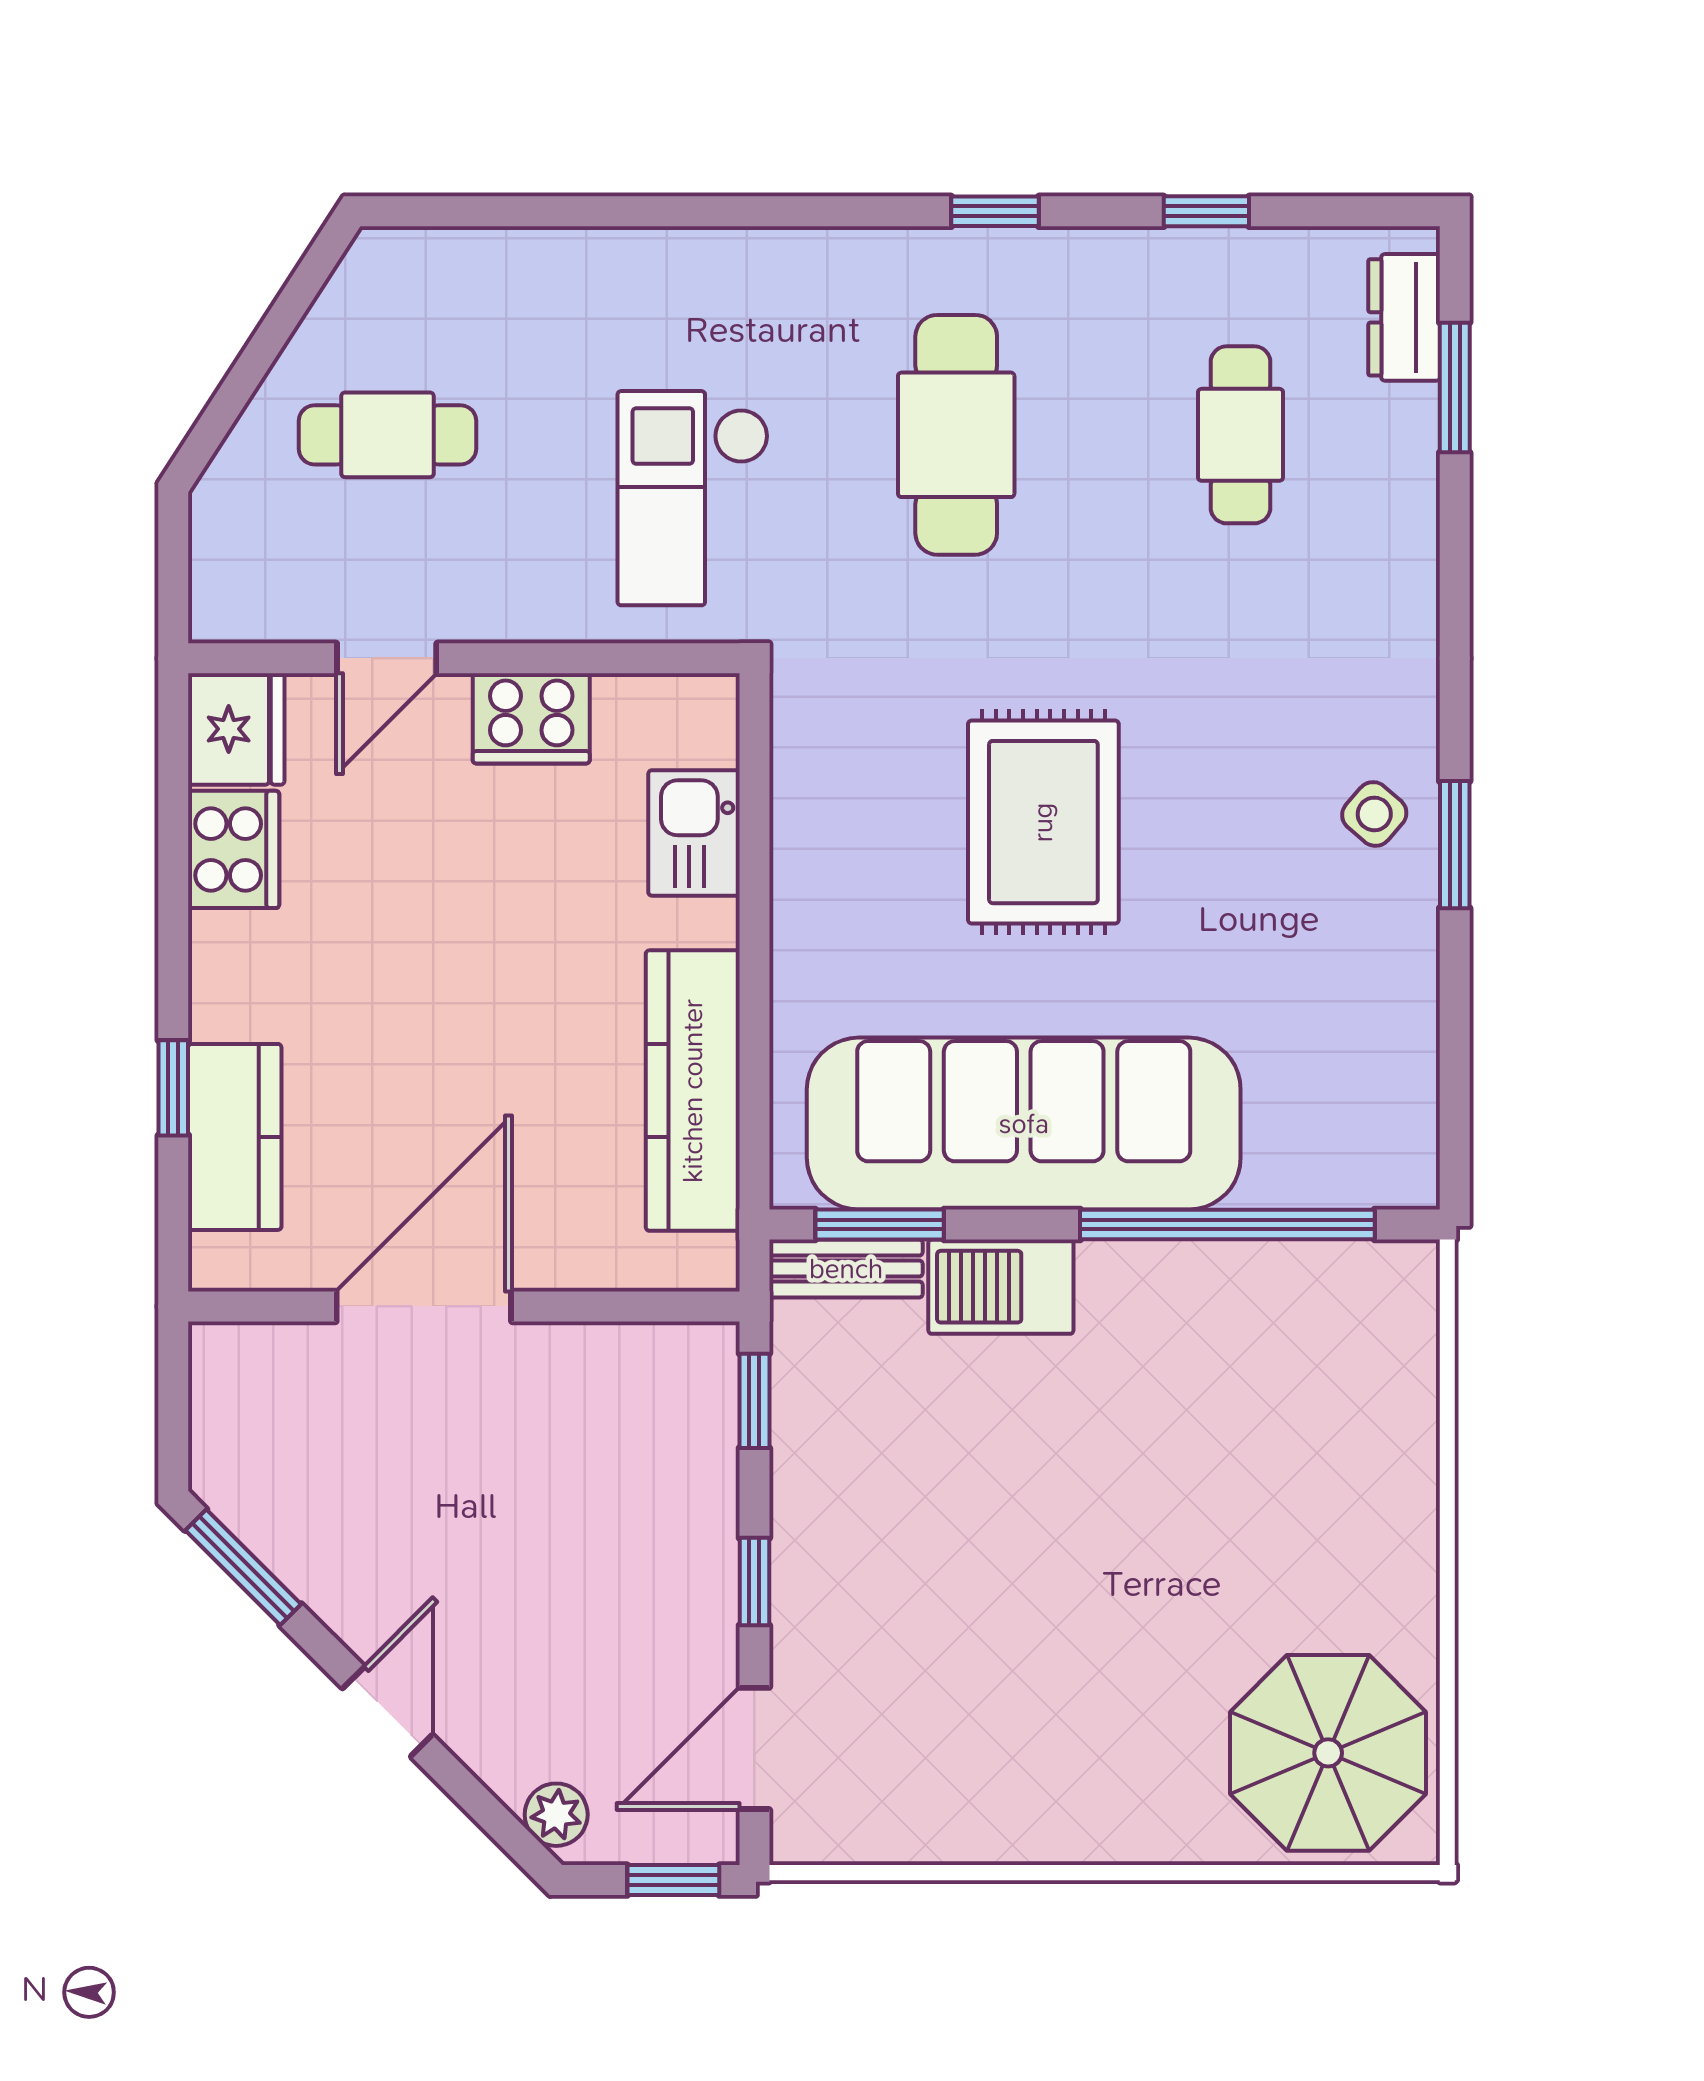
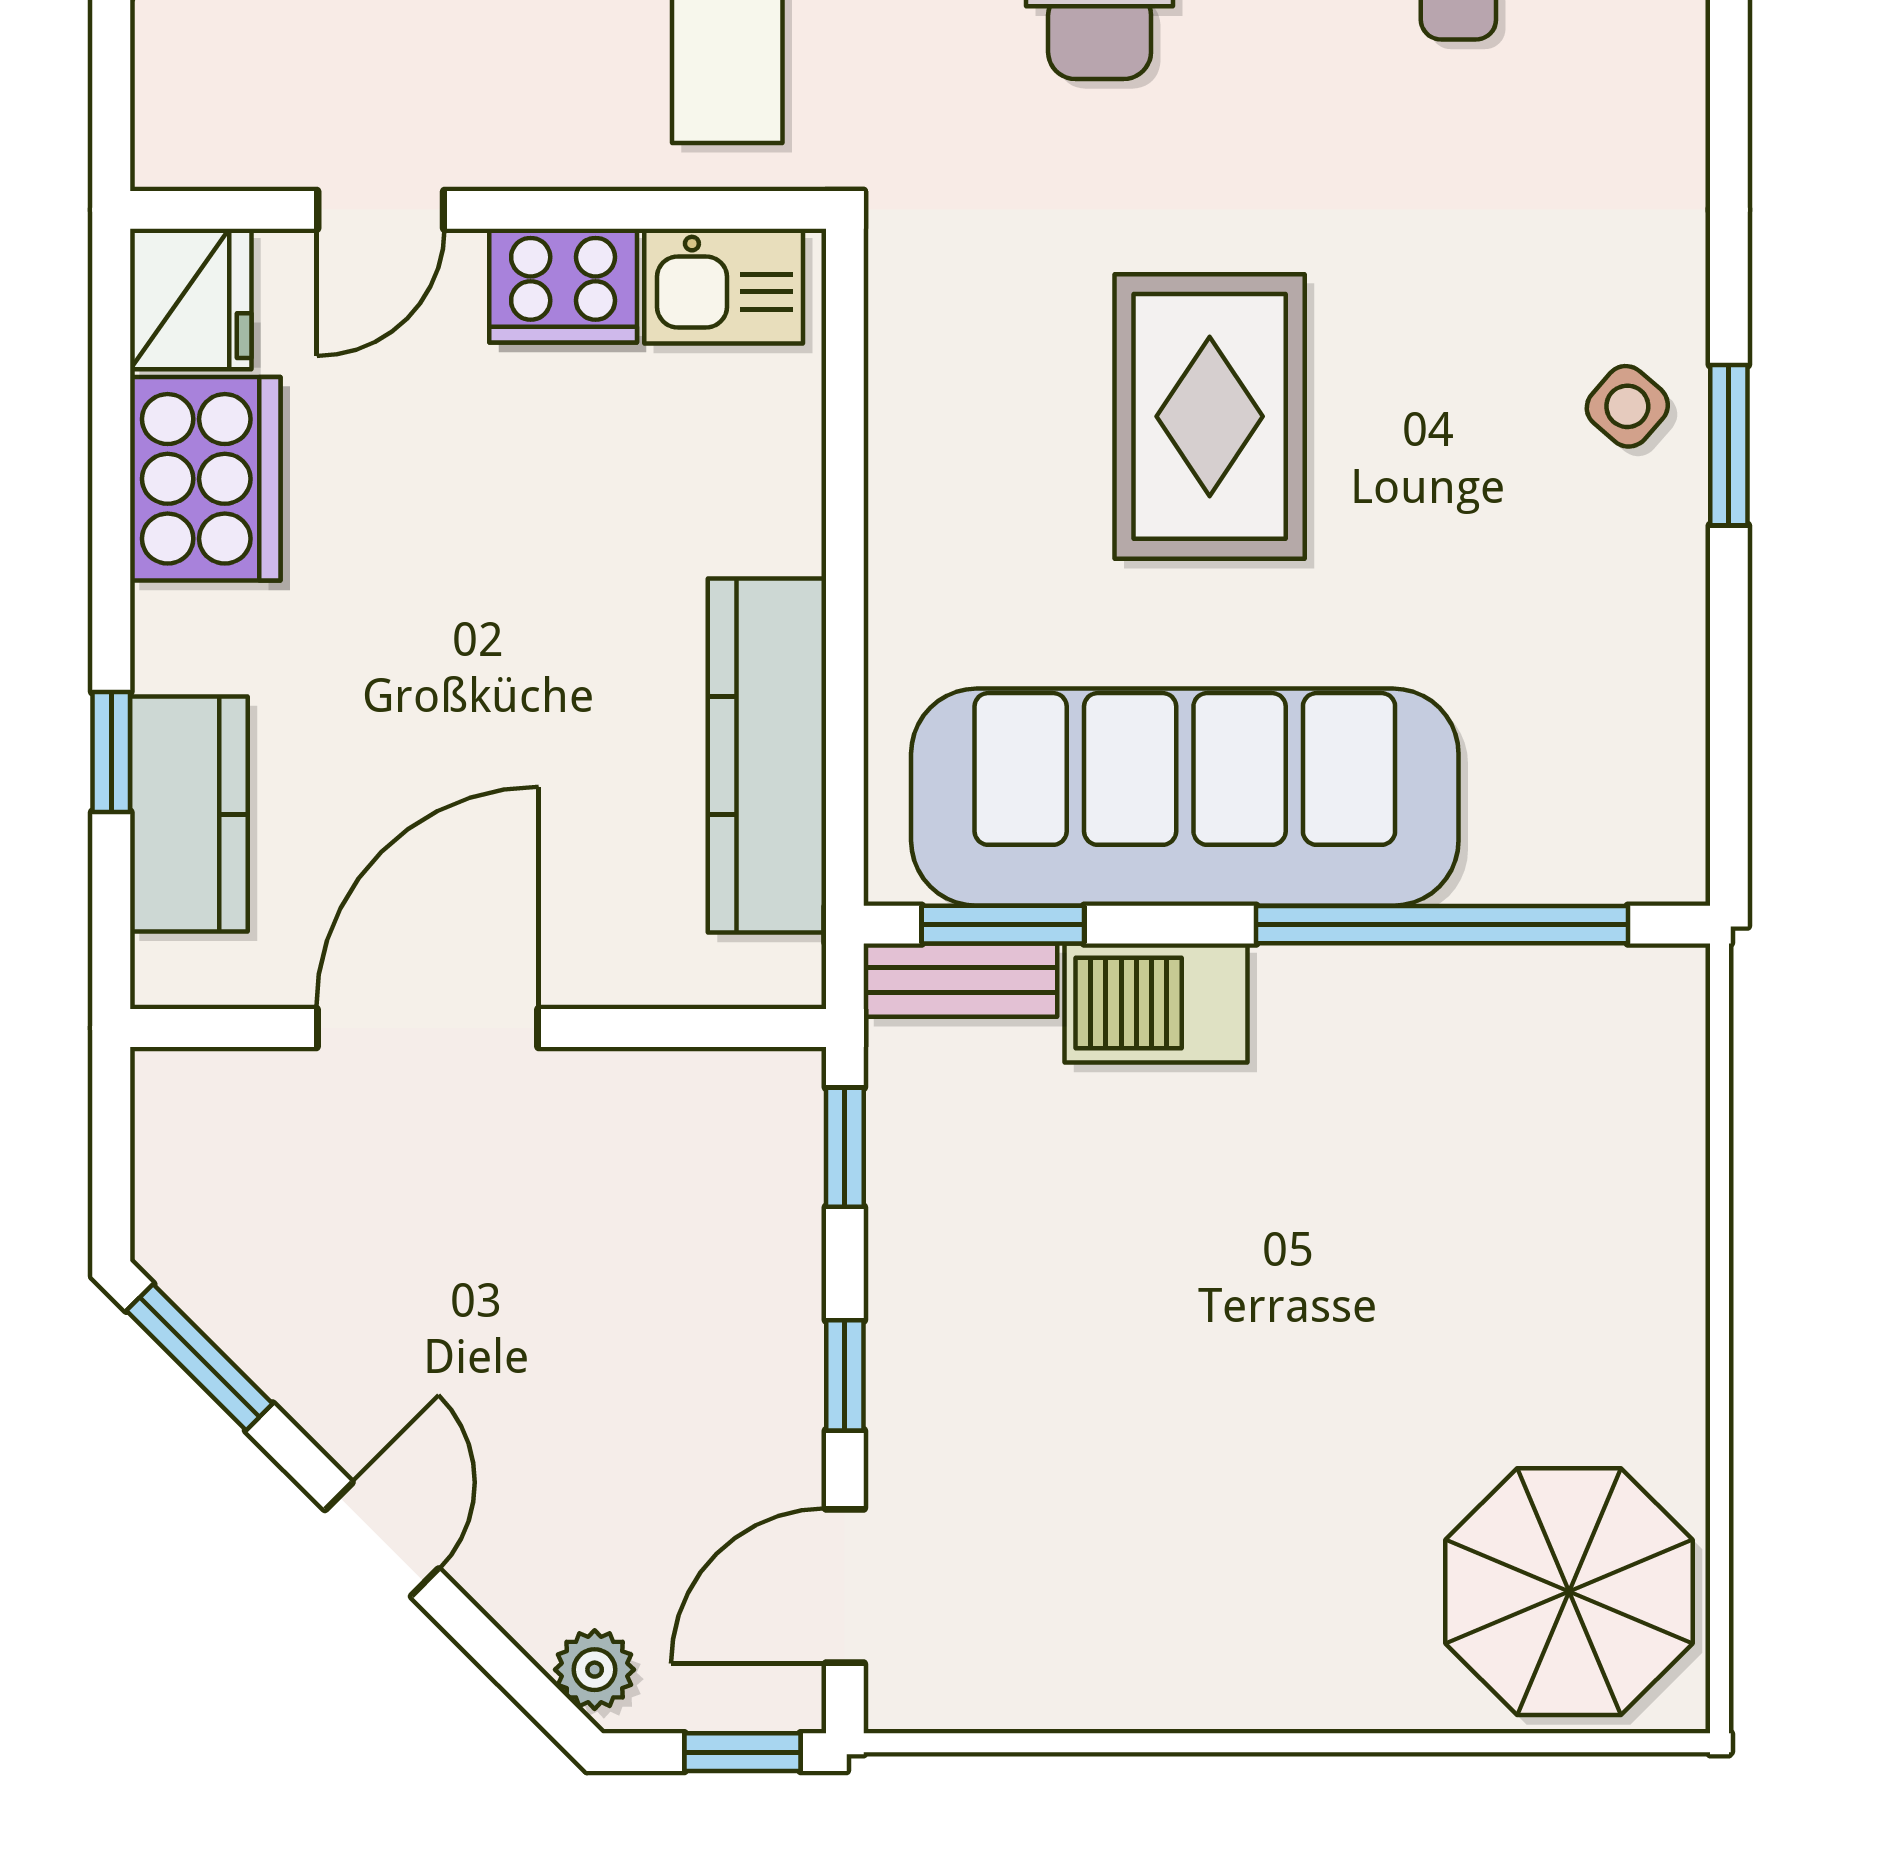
kitchen sink: (694, 833) -> (724, 286), moved, turned -90
cooker: (234, 849) -> (205, 479), width x1.37, depth x1.31

